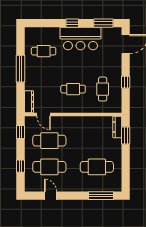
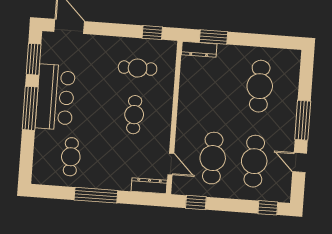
window: (72, 23) -> (30, 108), width x2.17
window: (126, 82) -> (152, 33), moved
door: (44, 114) -> (171, 164), hinge flipped
window: (21, 166) -> (268, 208), moved
door: (51, 196) -> (300, 162), hinge flipped
window: (101, 196) -> (303, 120), moved

